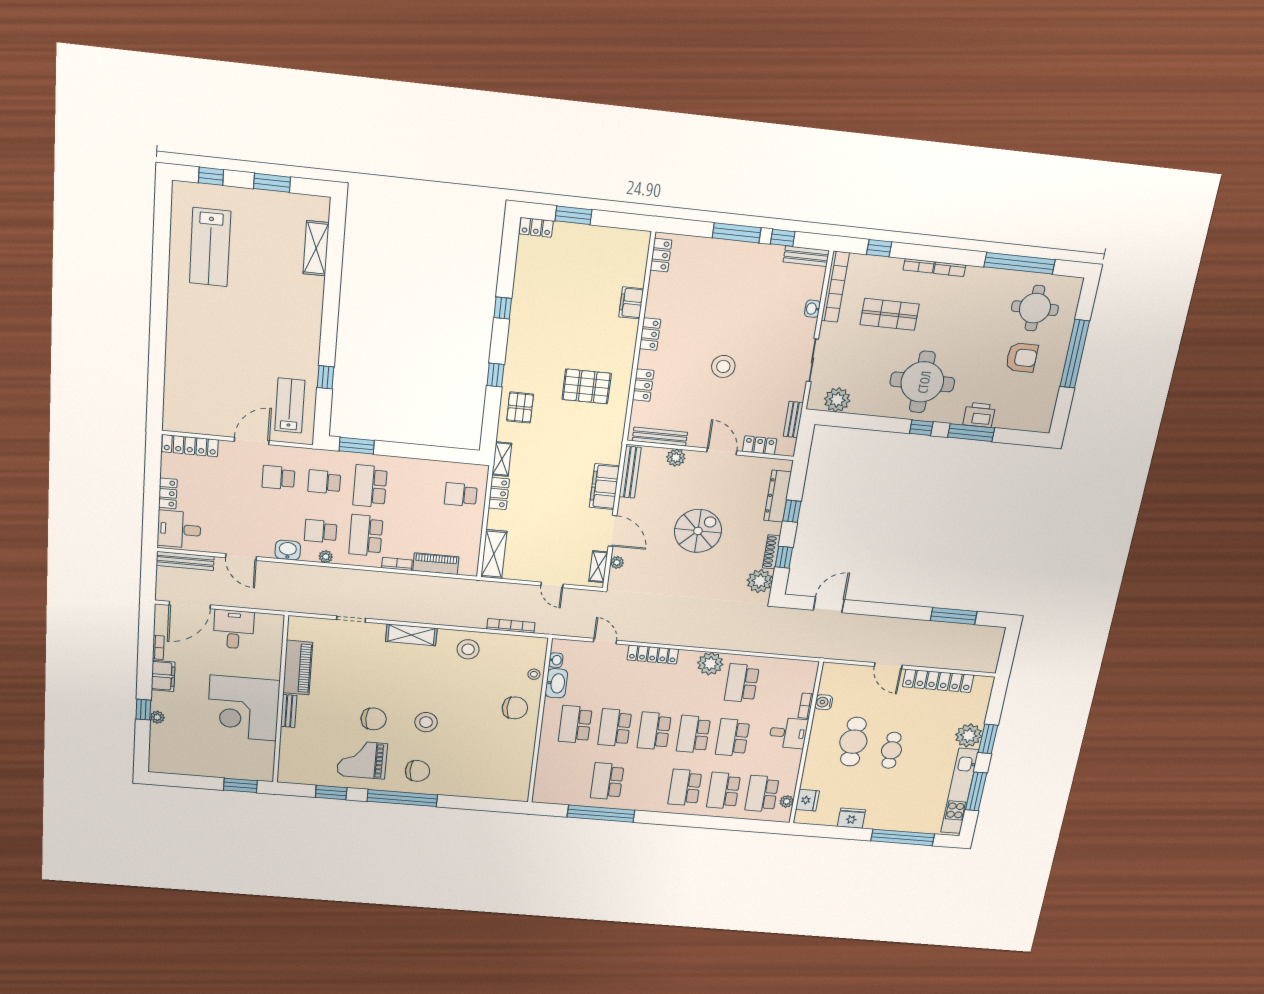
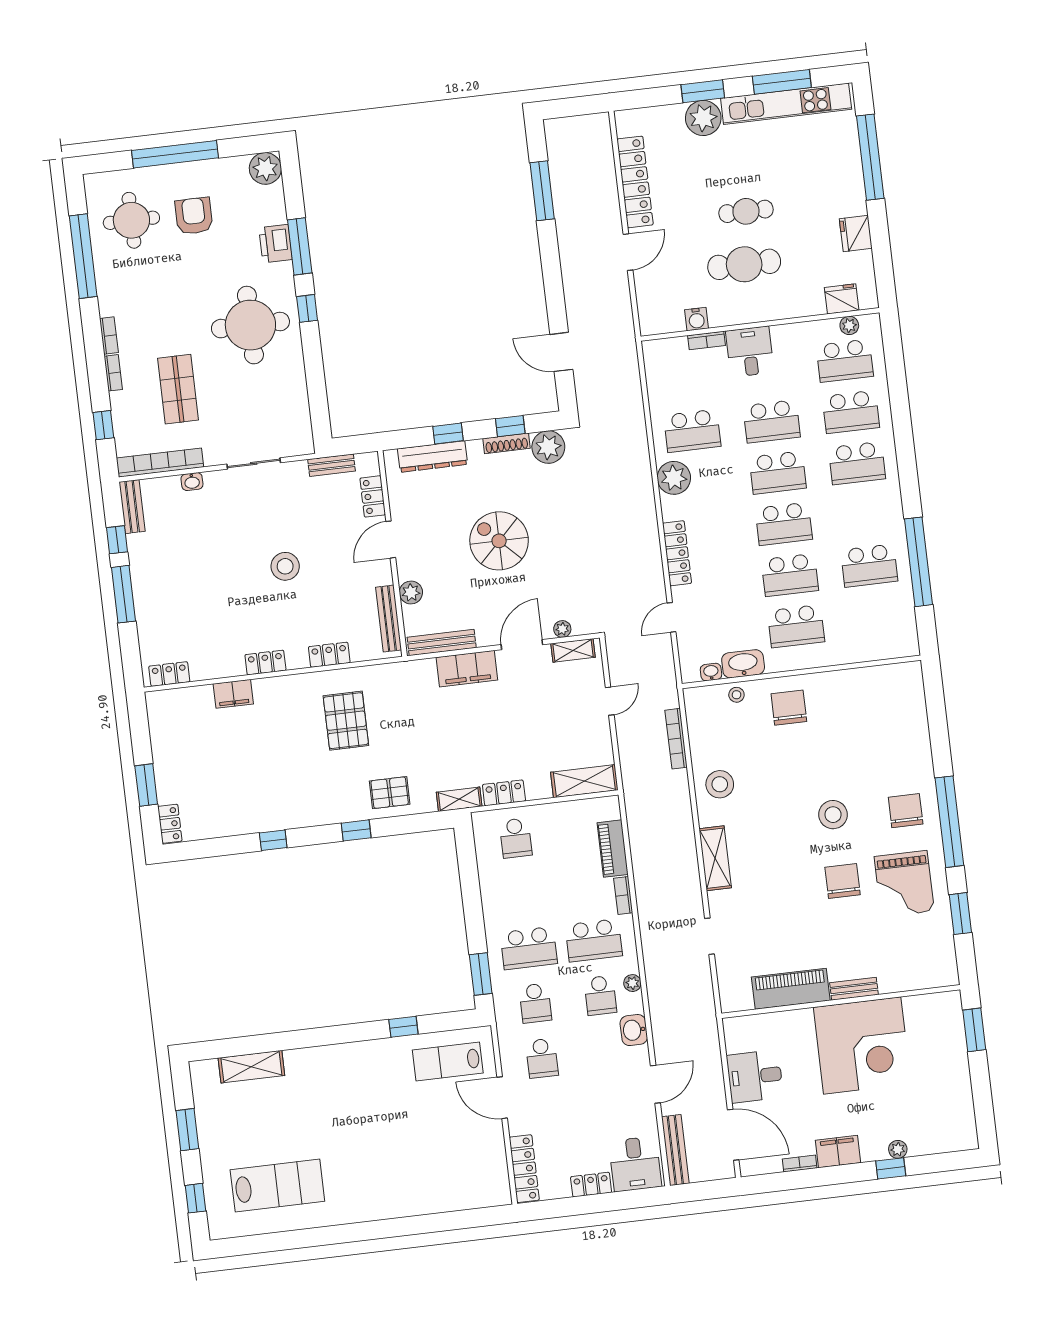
plant: (837, 400) -> (265, 168), moved

